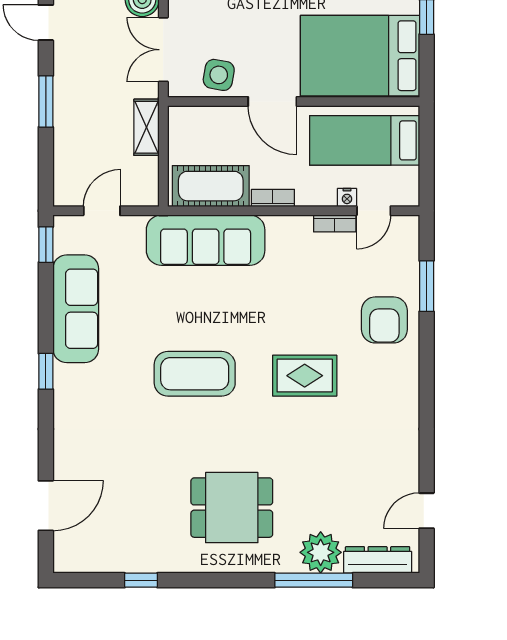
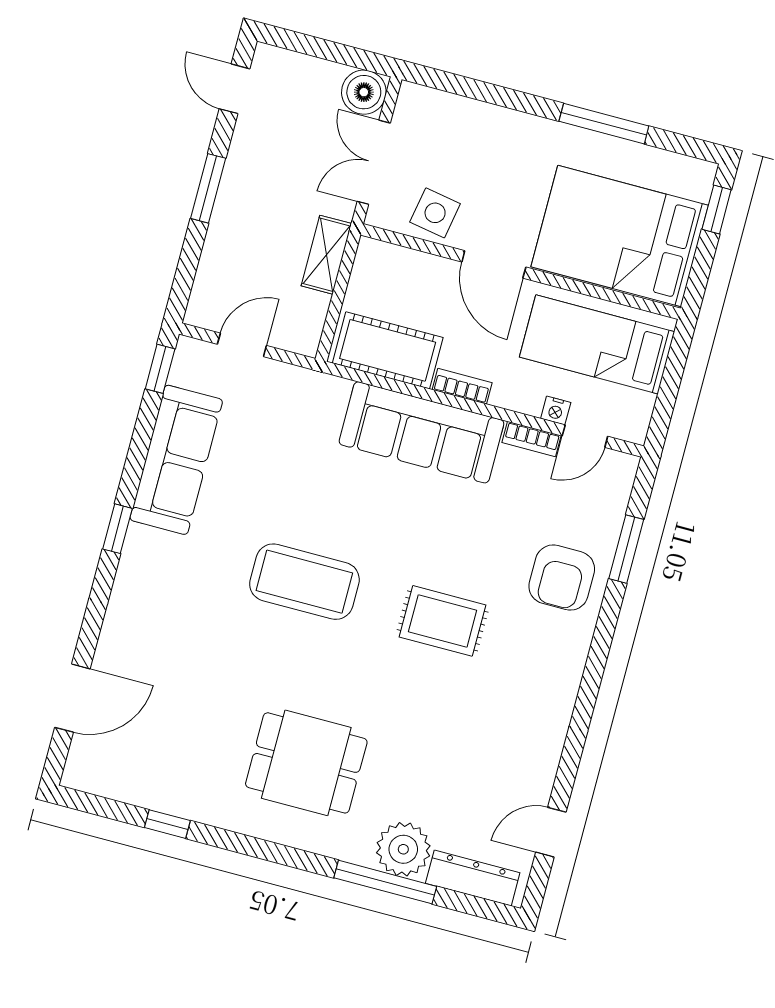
sofa: (206, 240) -> (422, 432), moved

